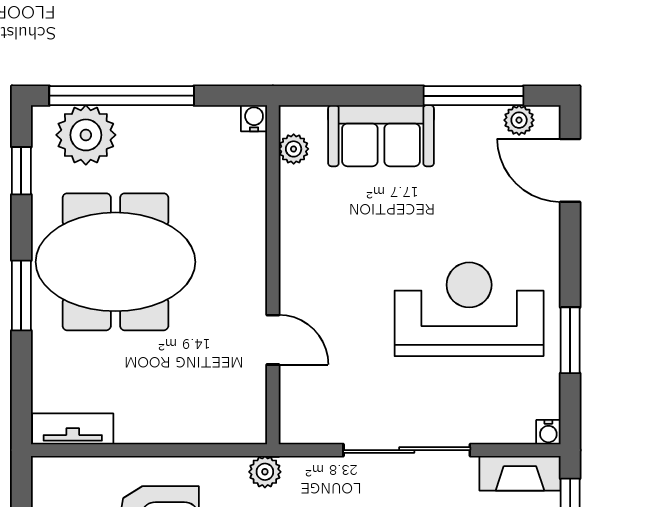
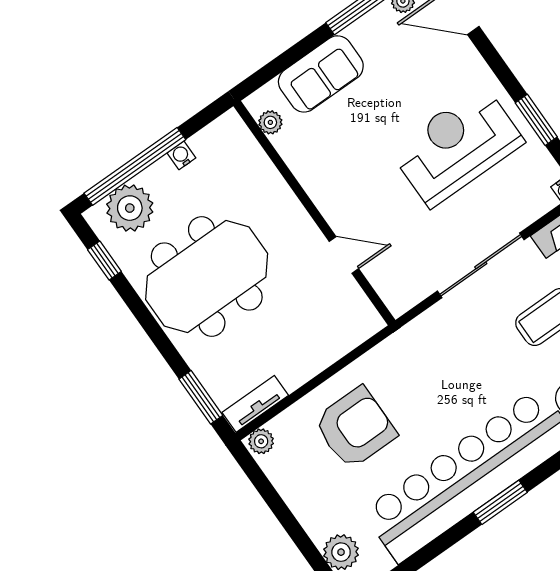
water cooler: (254, 118) -> (181, 155), moved
window: (21, 295) -> (201, 397), moved
plant: (265, 472) -> (261, 441), moved

